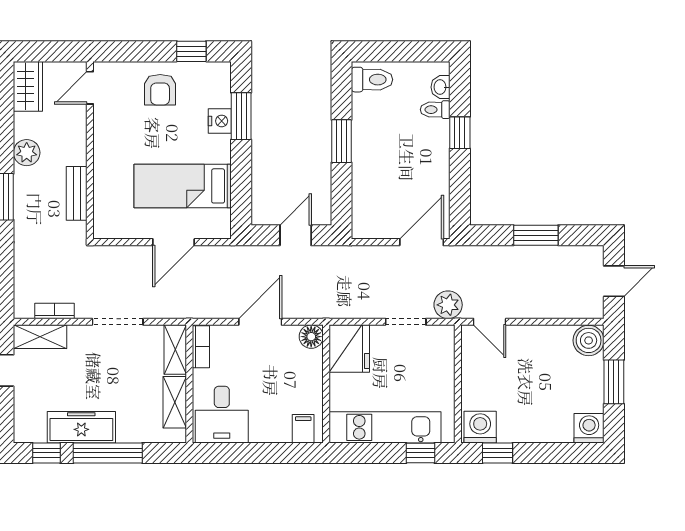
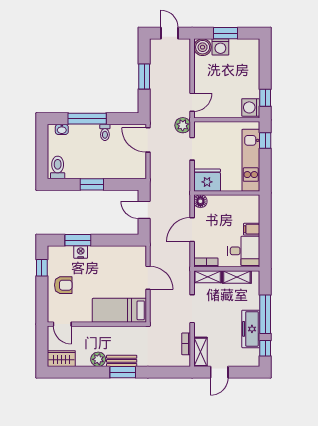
toilet: (435, 110) -> (105, 132), moved
window: (460, 133) -> (87, 119), width x2.17
bed: (183, 186) -> (119, 310), moved, turned 90
bench: (77, 193) -> (122, 361), moved
door: (260, 322) -> (192, 230), hinge flipped
washing machine: (589, 428) -> (220, 47), moved, turned -90
filing cabinet: (303, 429) -> (252, 229), moved

